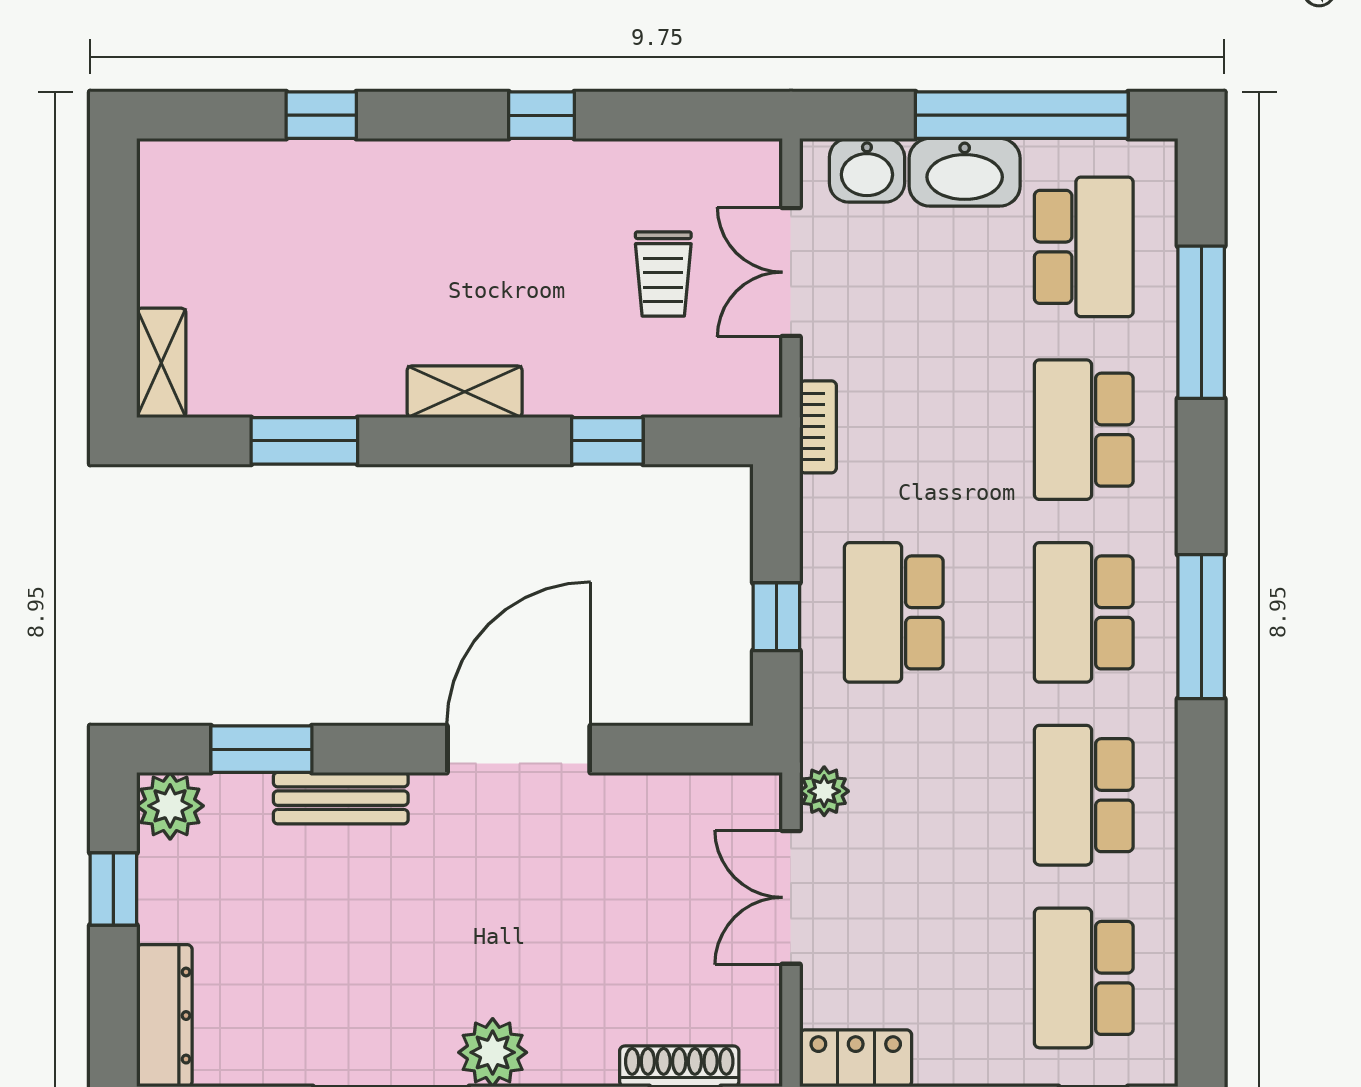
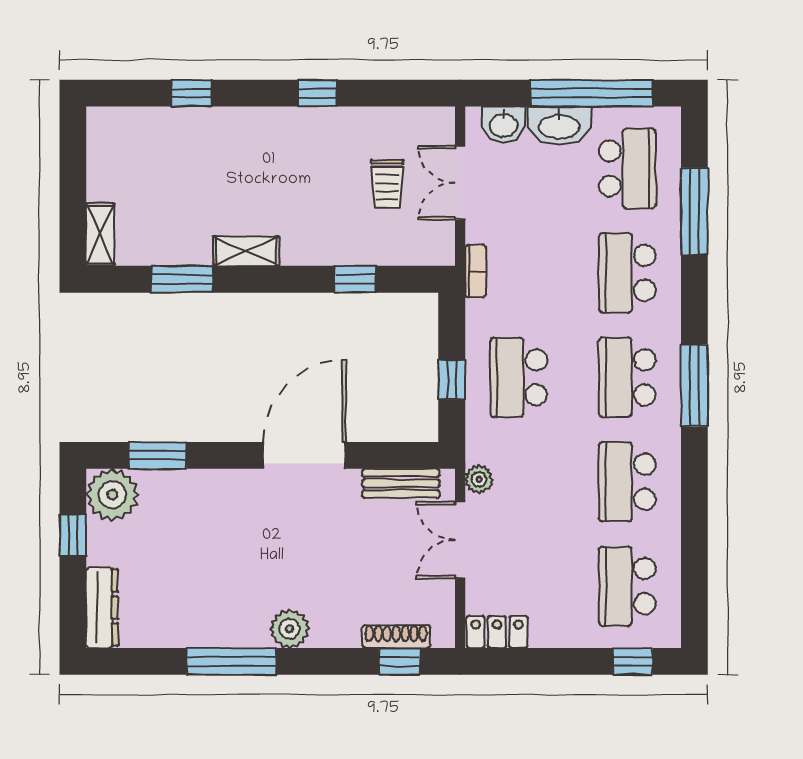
shelving: (465, 392) -> (246, 251), moved
bench: (341, 798) -> (401, 483), moved
plant: (170, 806) -> (112, 495), width x1.36, depth x1.36

